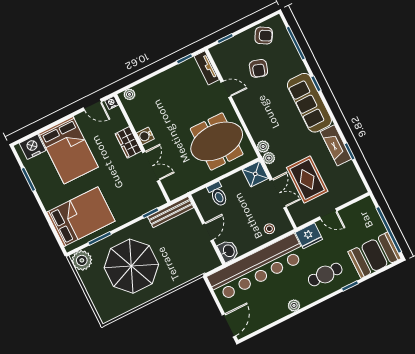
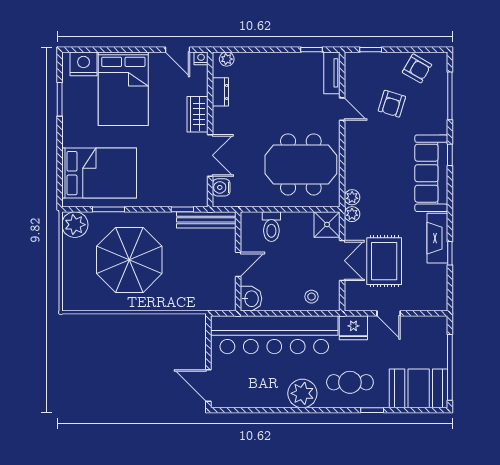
dresser: (136, 119) -> (220, 92), added
water cooler: (145, 136) -> (221, 187), moved
plant: (294, 305) -> (302, 393), width x1.87, depth x1.87
door: (229, 325) -> (208, 386), swing flipped

